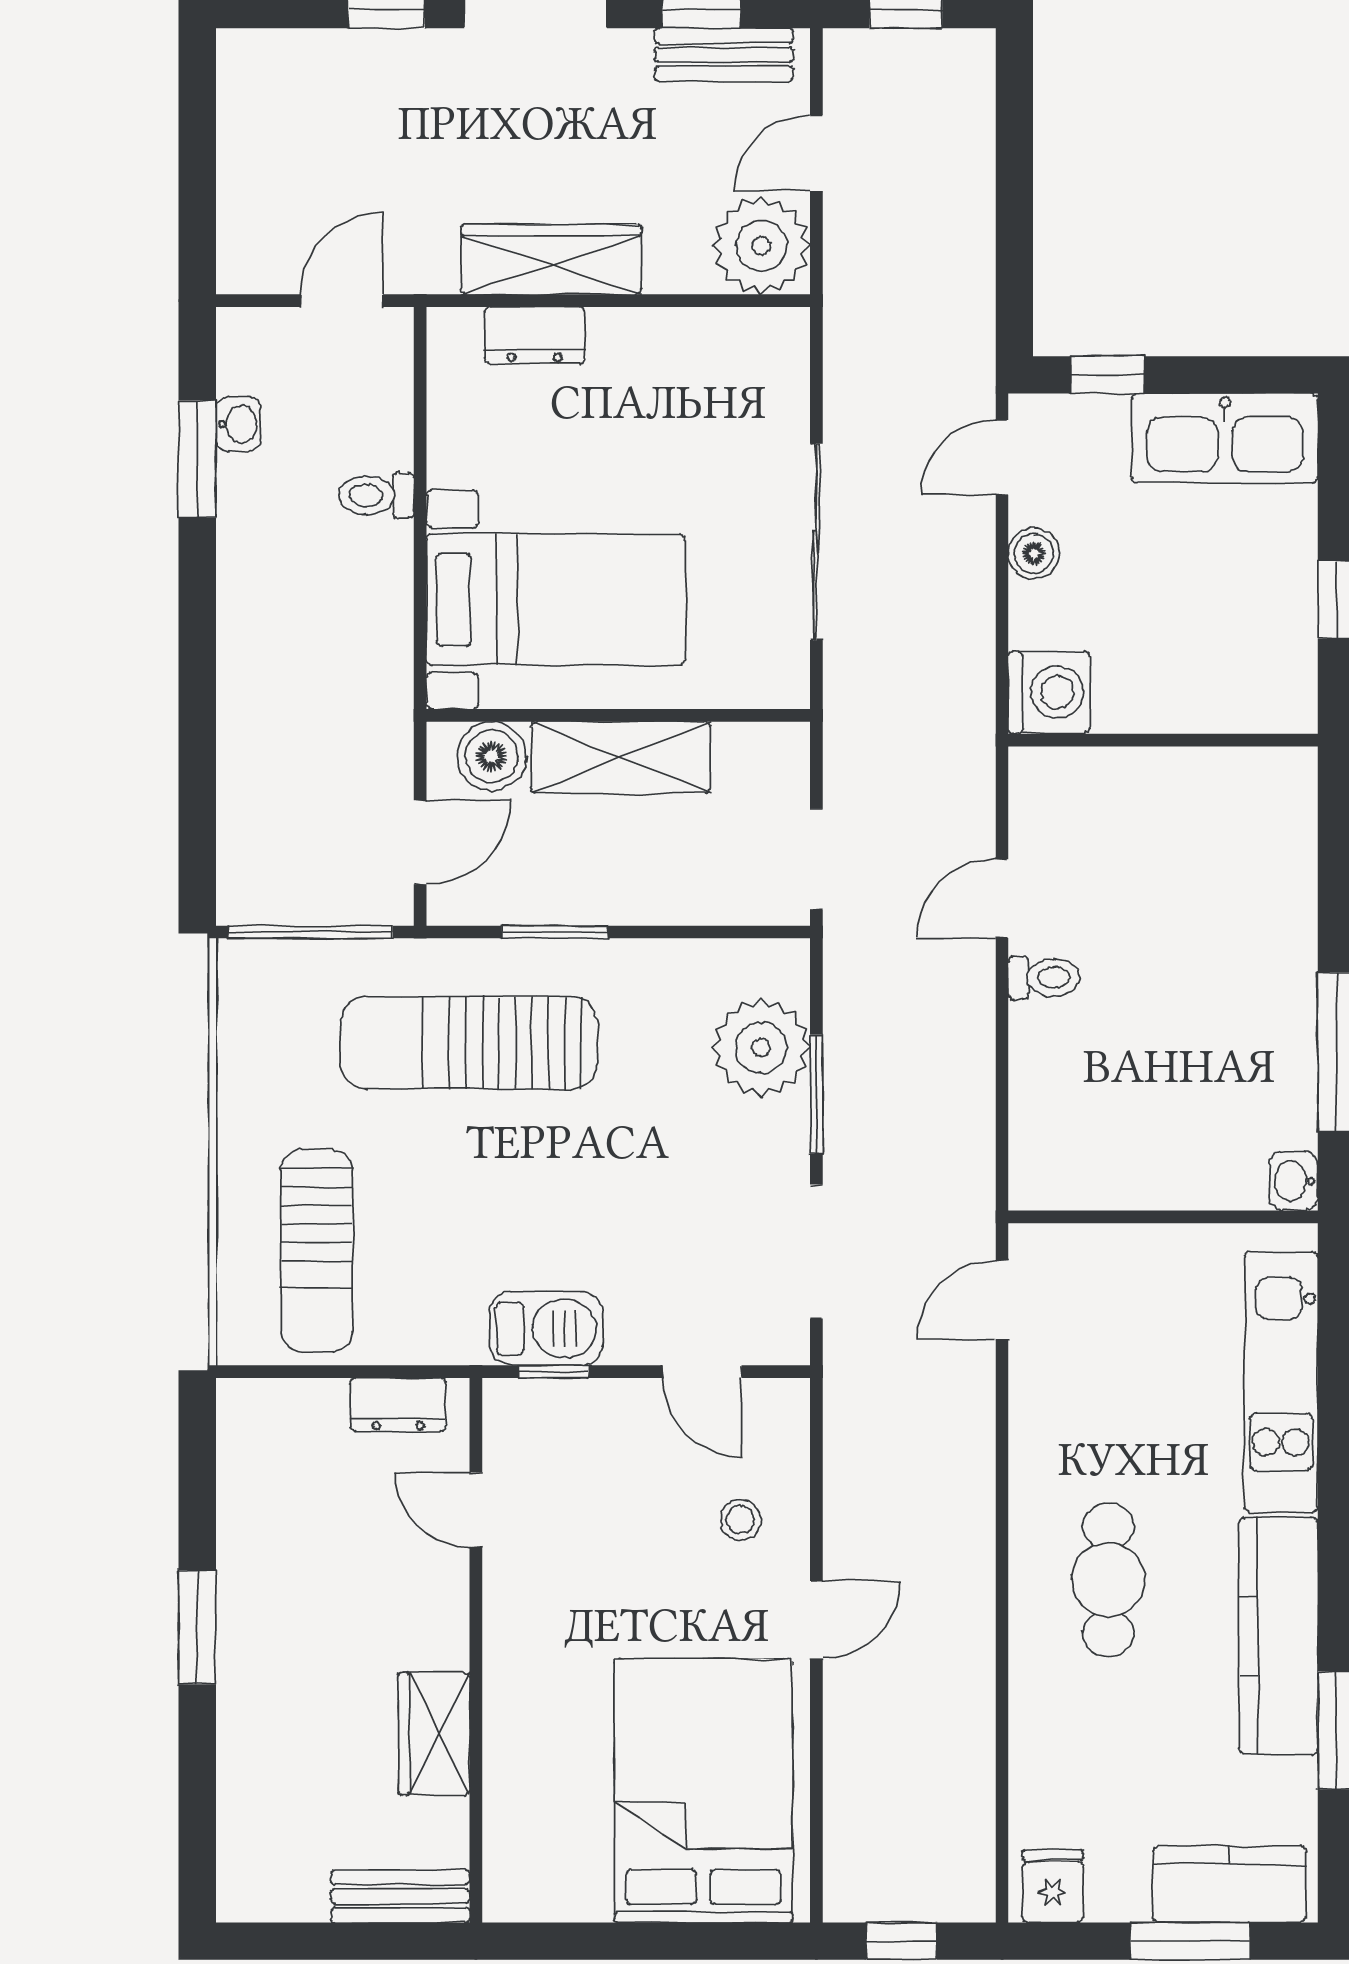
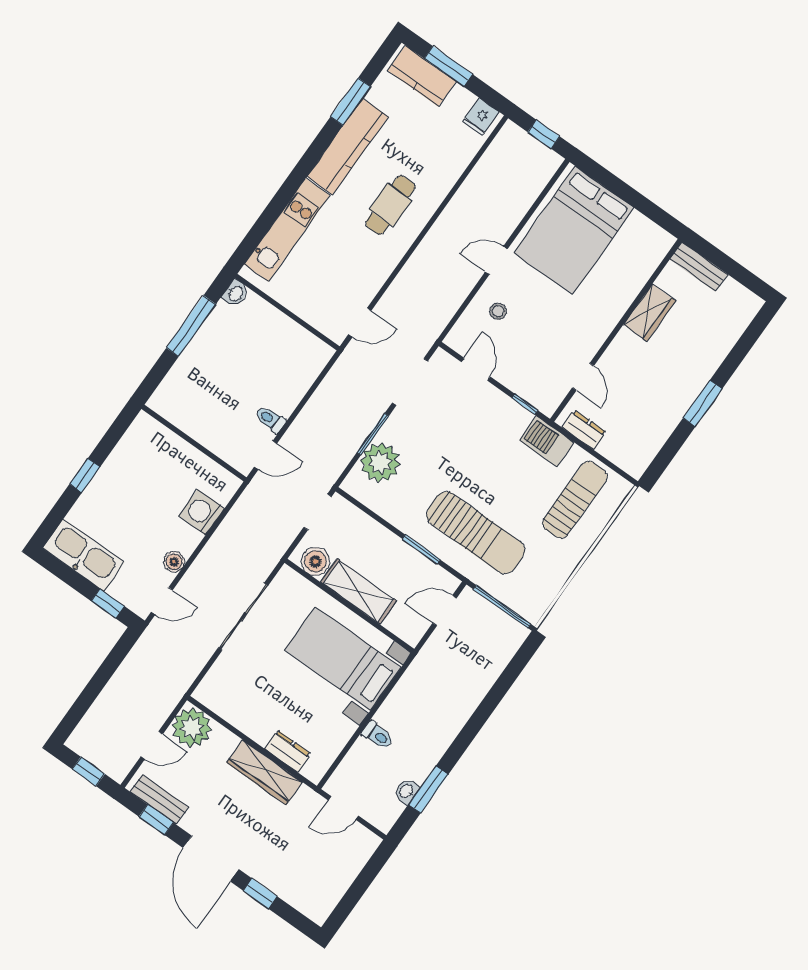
wall: (1163, 740) -> (194, 443), moved
boiler: (492, 756) -> (315, 561), moved
barbecue: (546, 1328) -> (547, 441), moved

